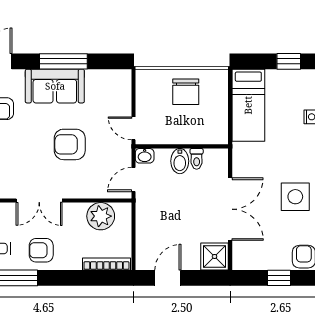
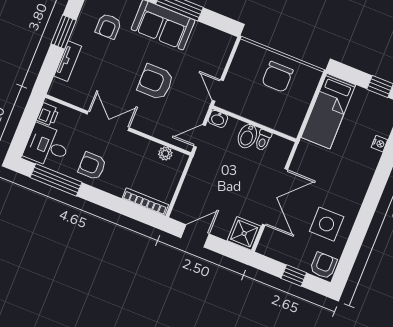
side table: (295, 197) -> (327, 224), moved
double door: (39, 201) -> (108, 121), swing flipped
plant: (101, 216) -> (165, 154), width x0.53, depth x0.53

